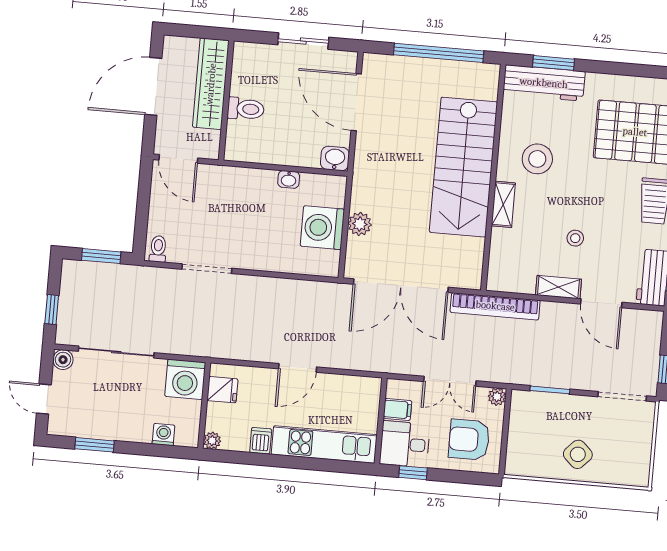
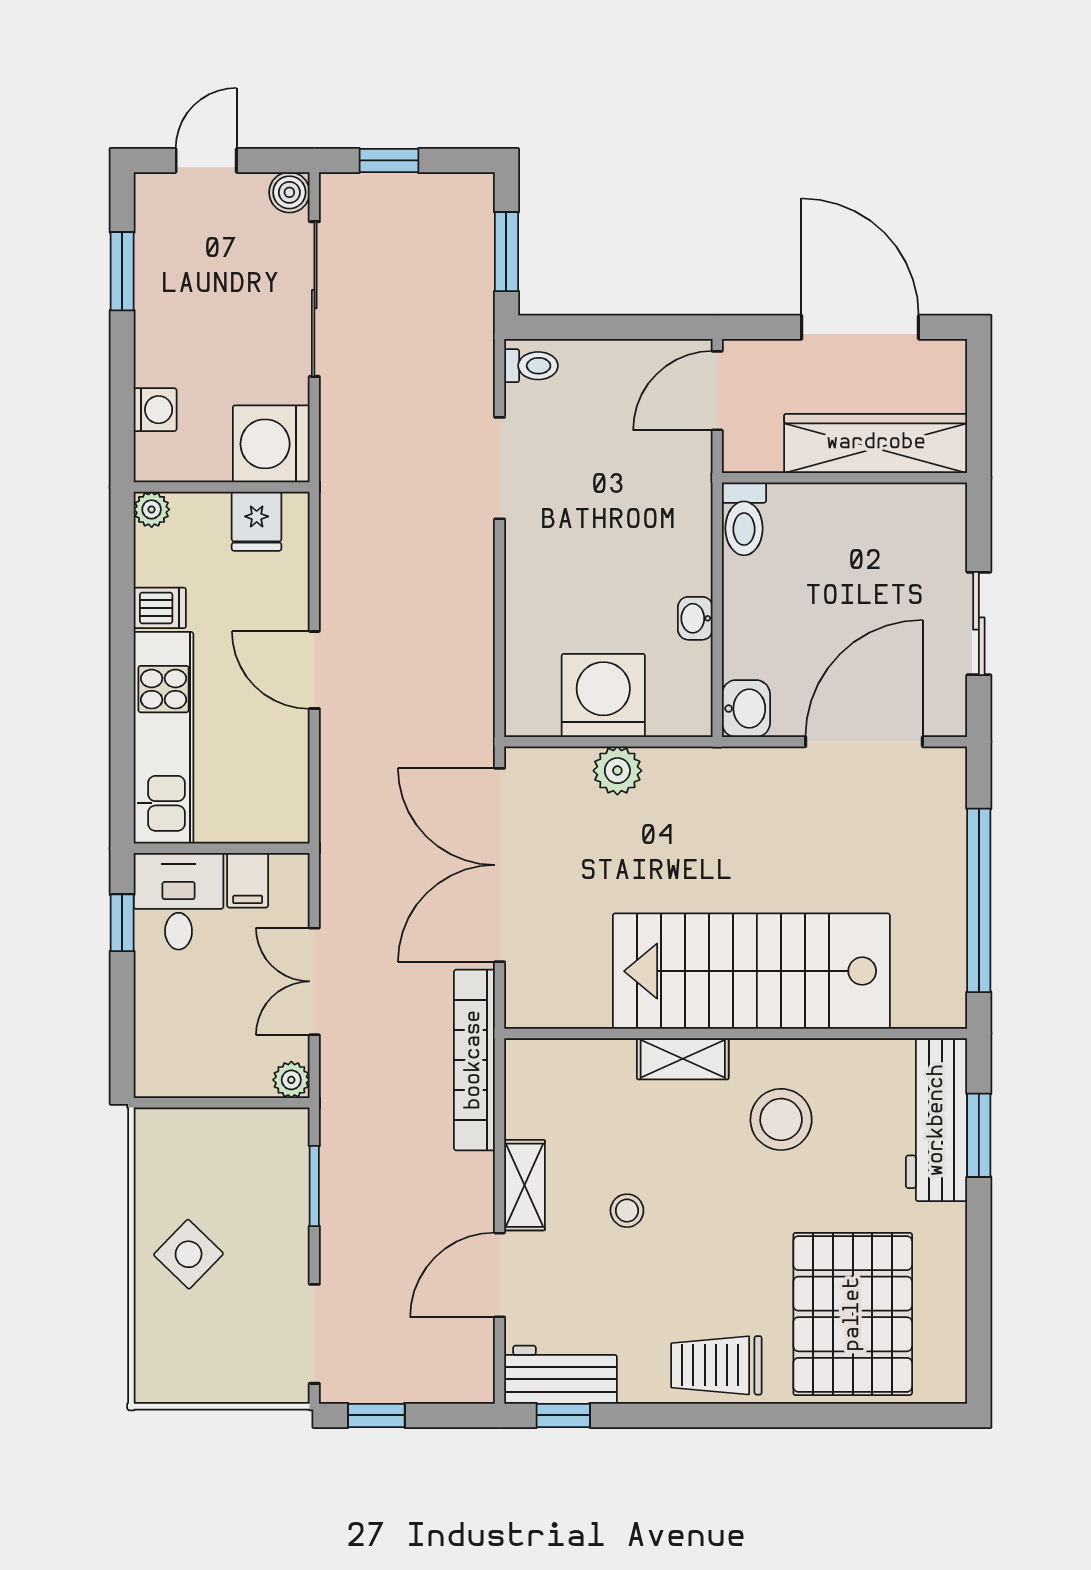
toilet: (246, 109) -> (744, 519), moved
armchair: (469, 440) -> (199, 1031), removed

